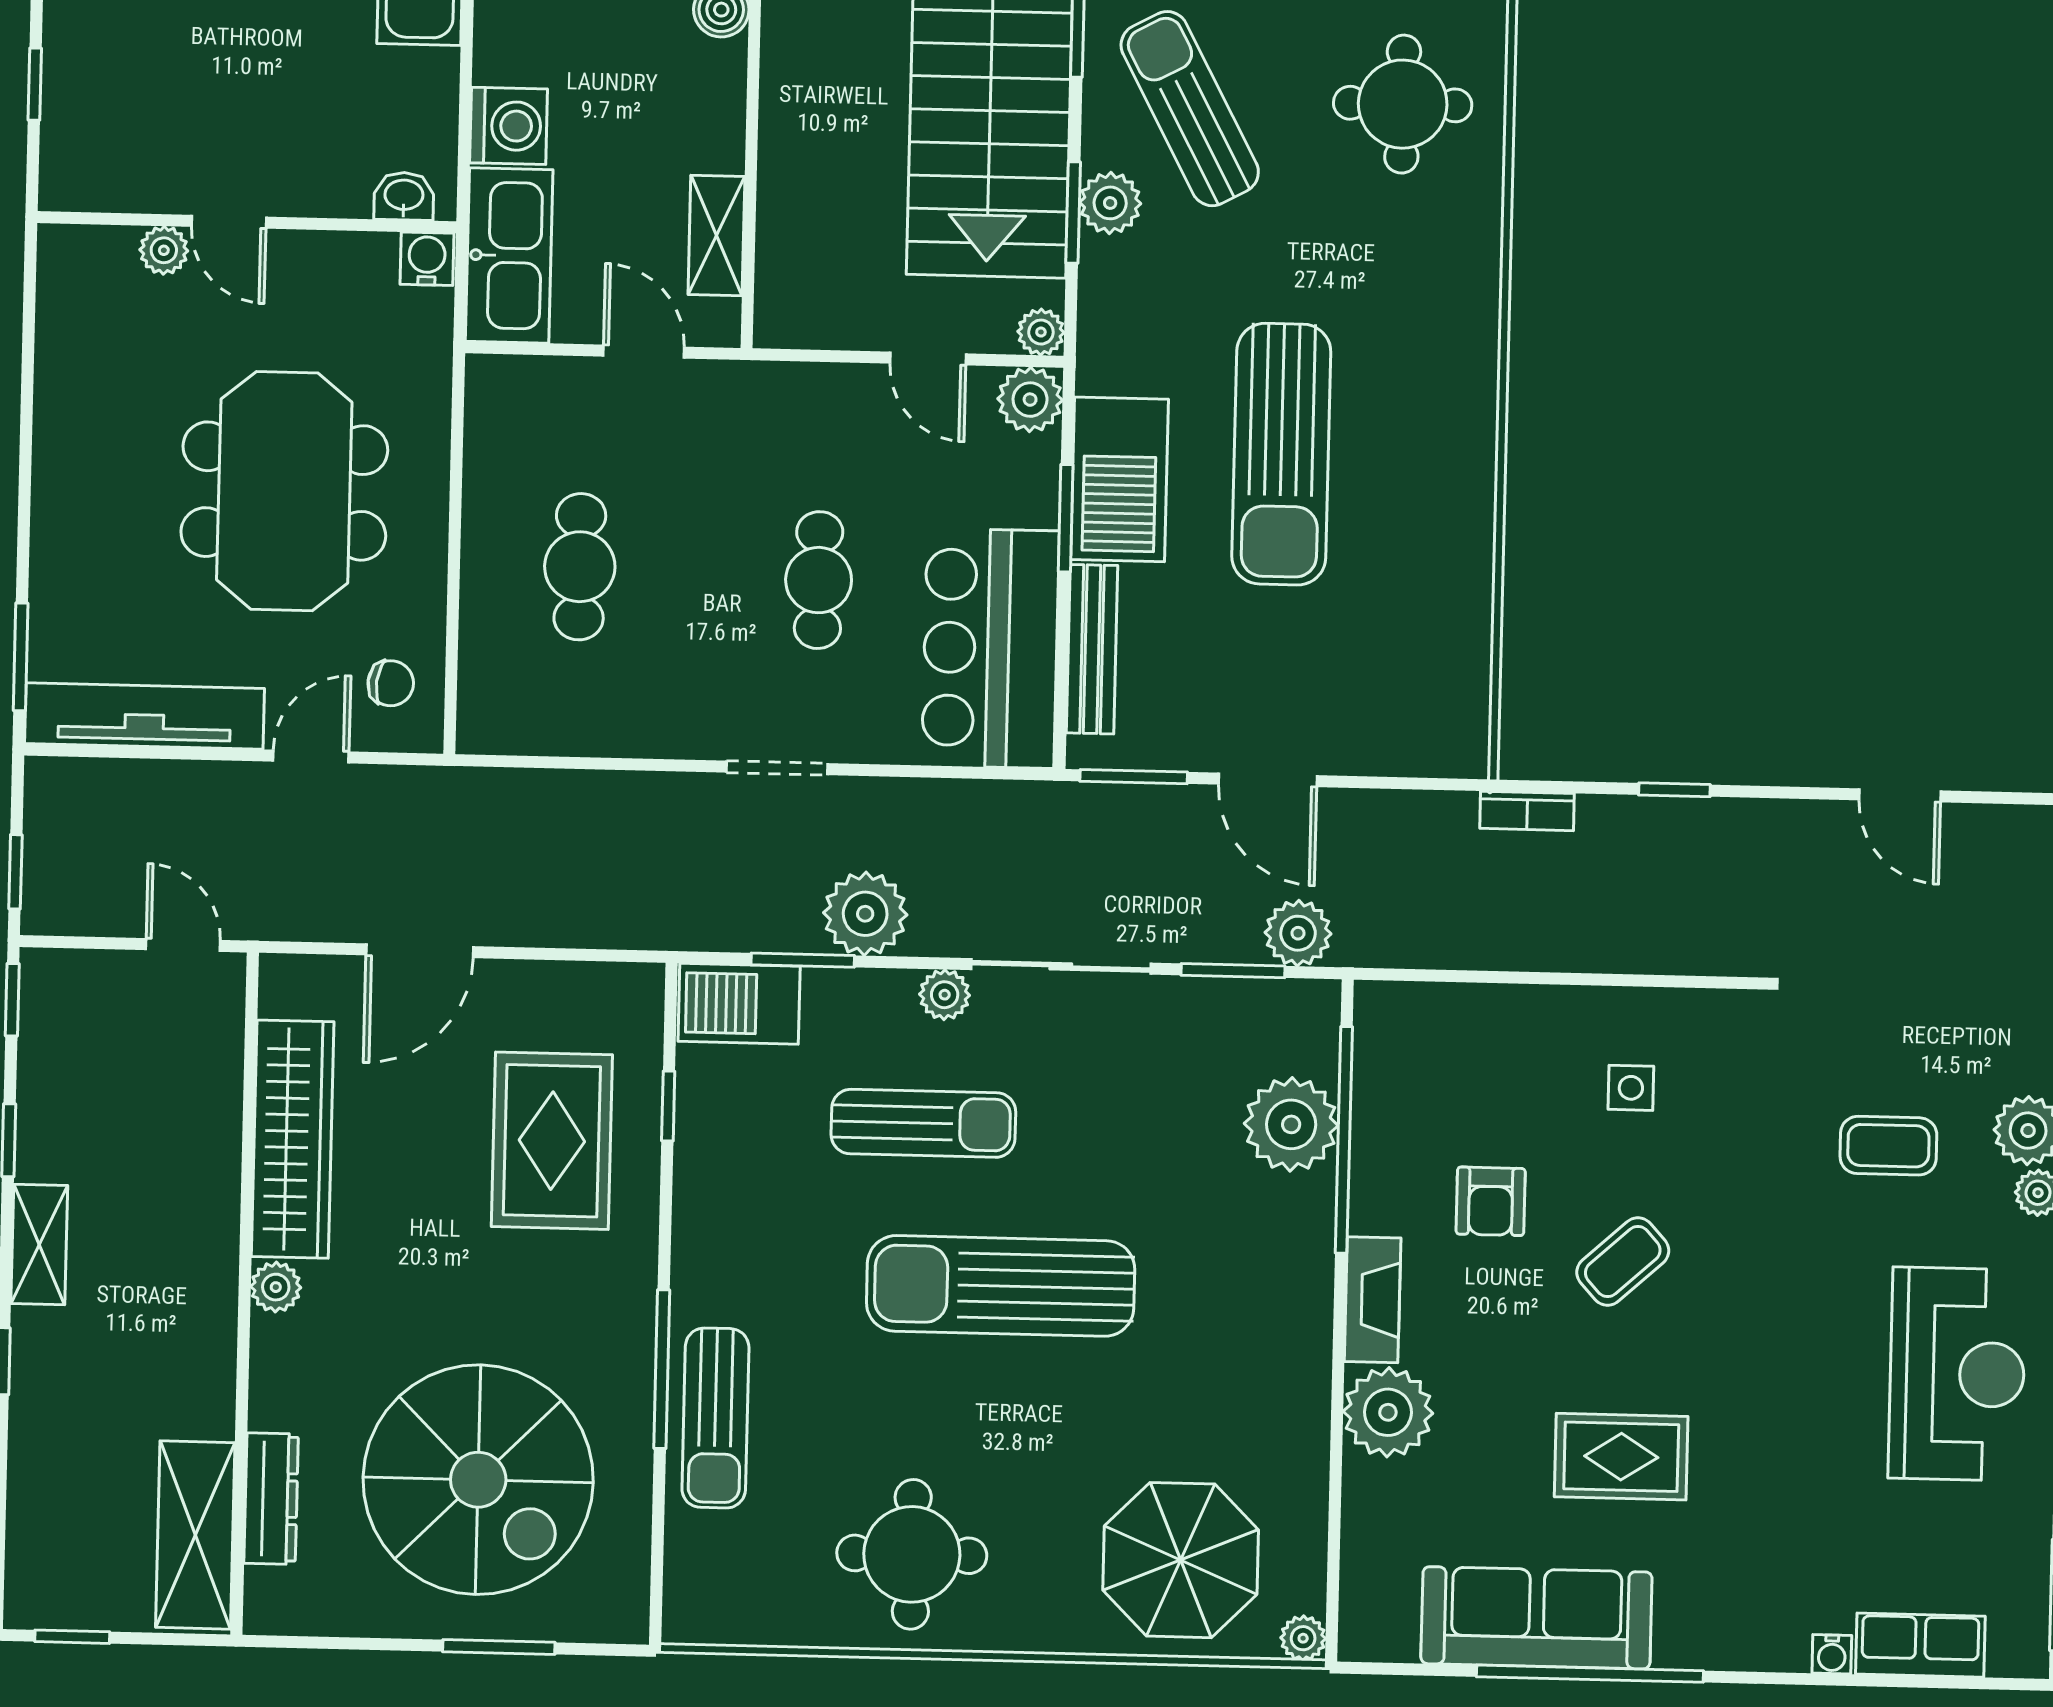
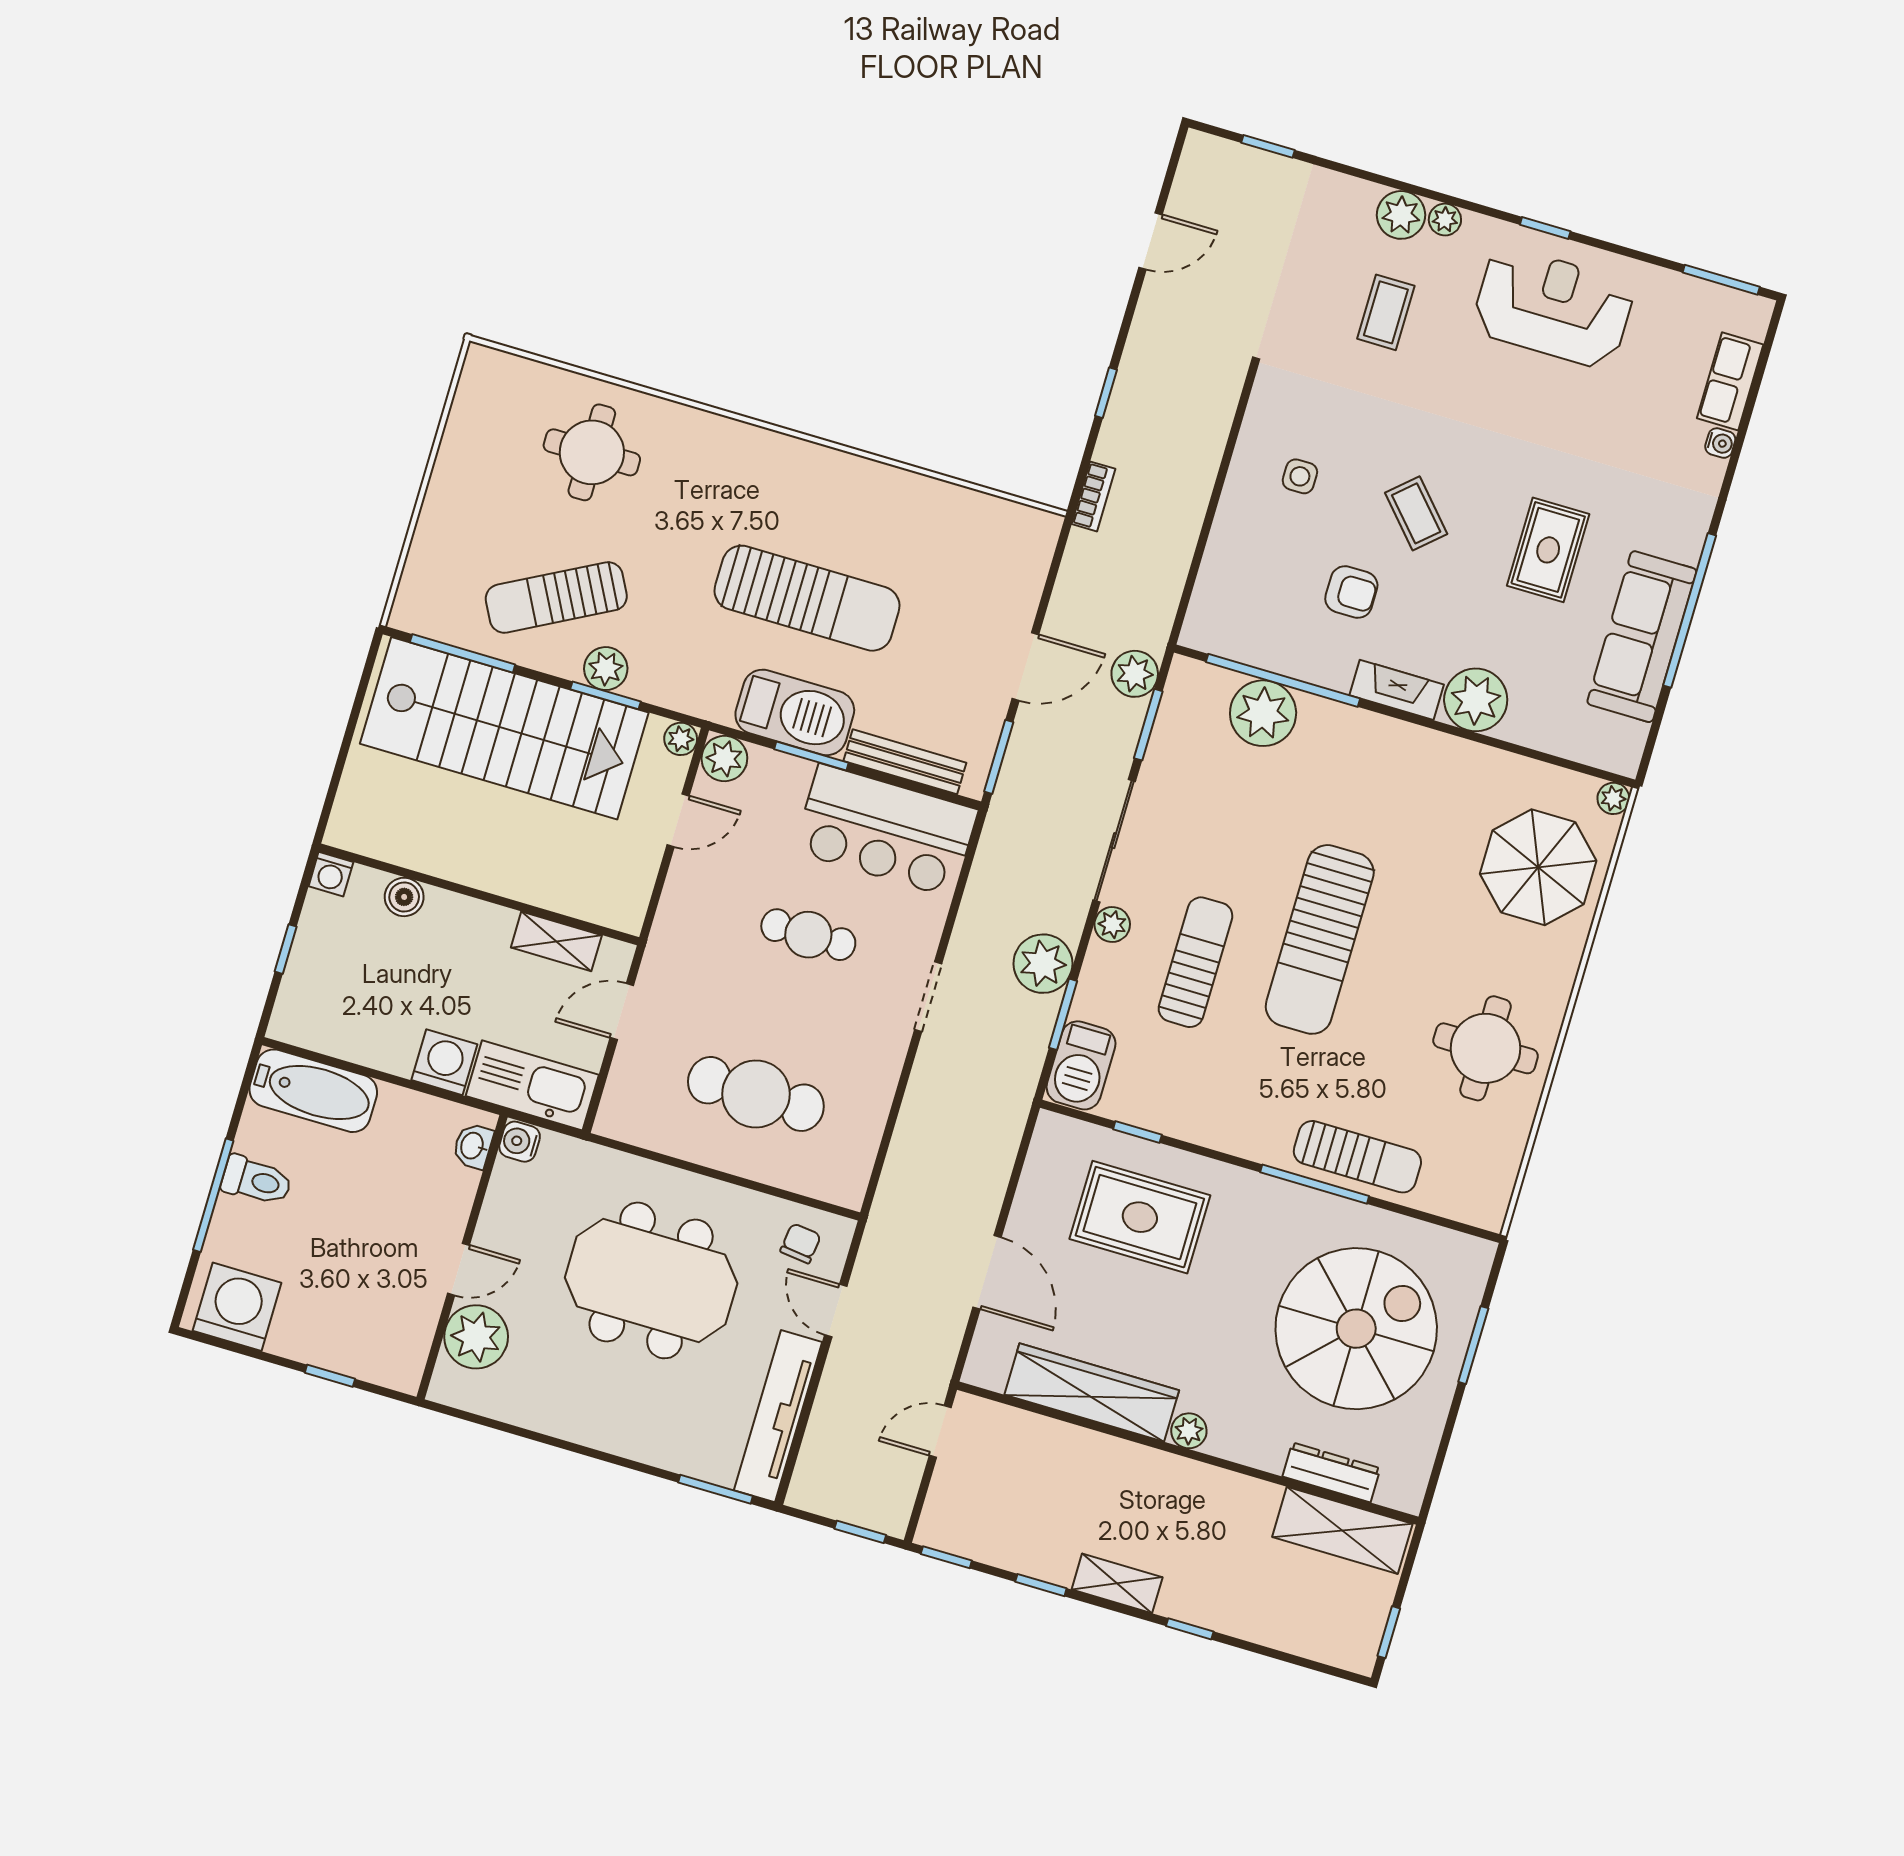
plant: (164, 250) -> (476, 1337), width x1.88, depth x1.88
cafe table: (580, 567) -> (756, 1094), width x1.37, depth x1.35

